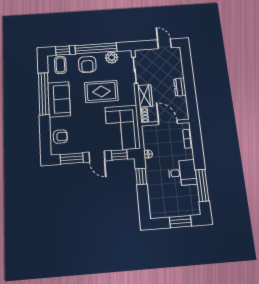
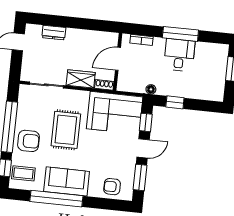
plant: (112, 58) -> (25, 110), removed
dresser: (180, 87) -> (54, 33), moved
armchair: (60, 137) -> (112, 187), turned -90
window: (202, 185) -> (180, 34), moved

